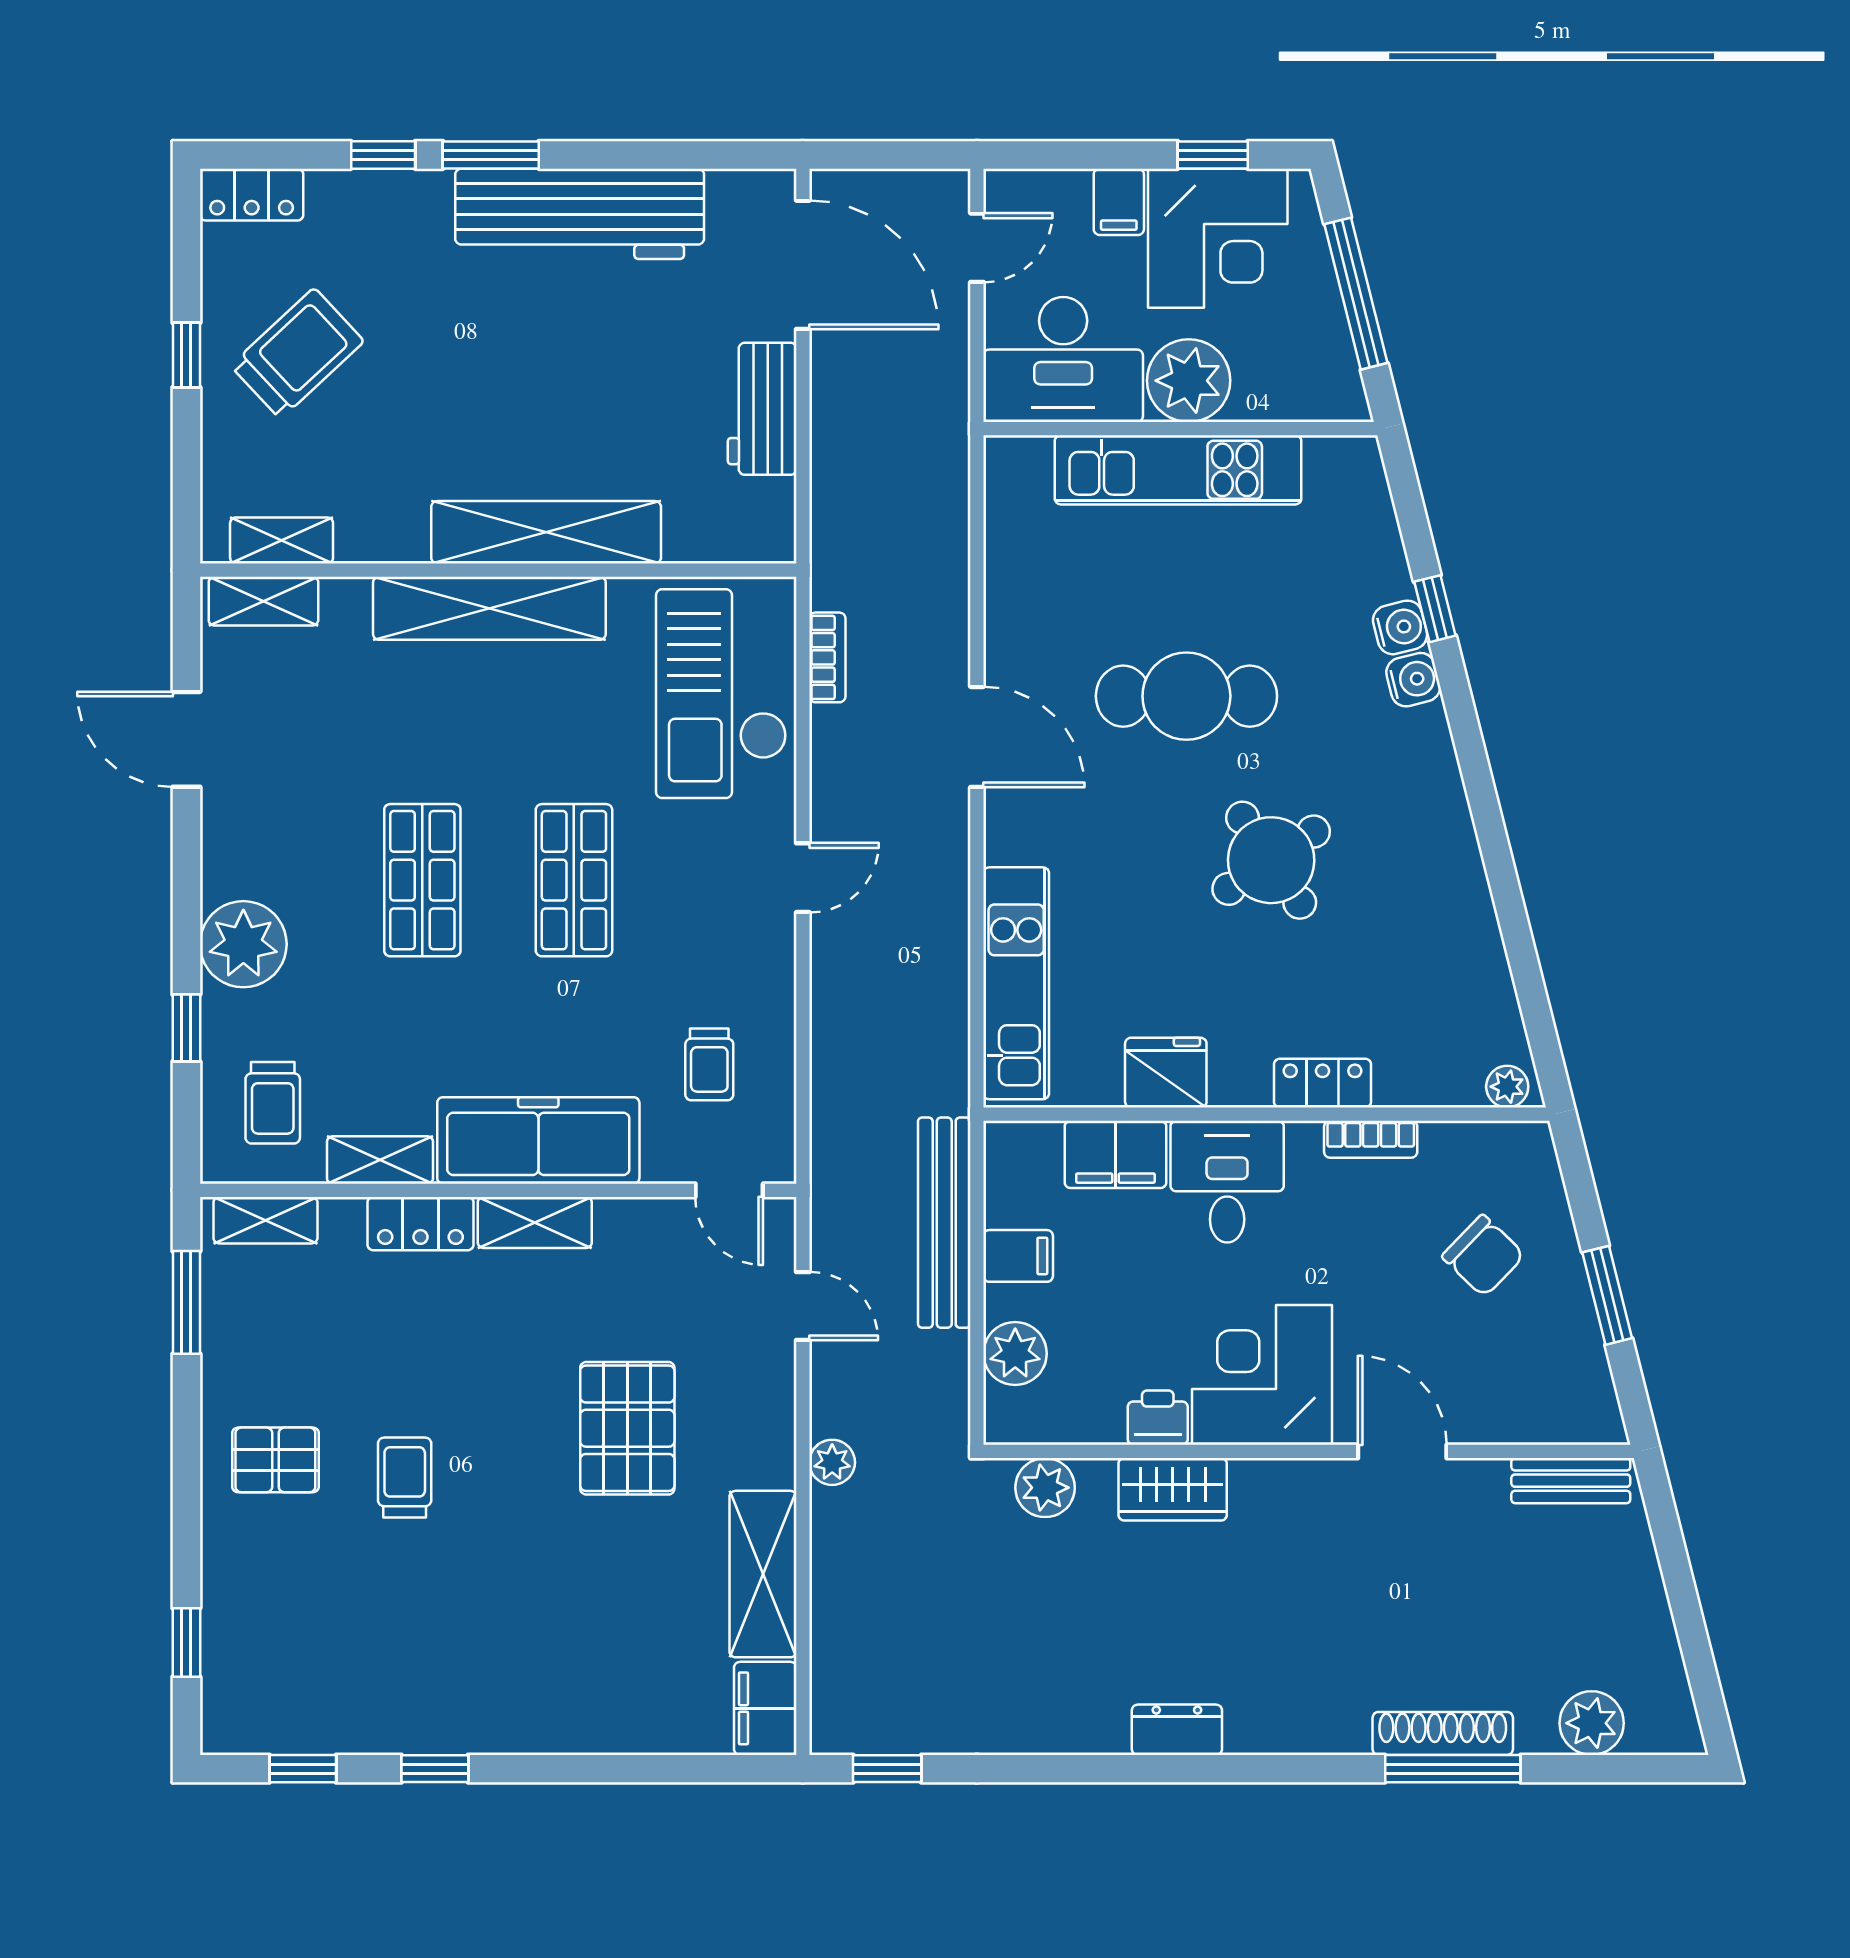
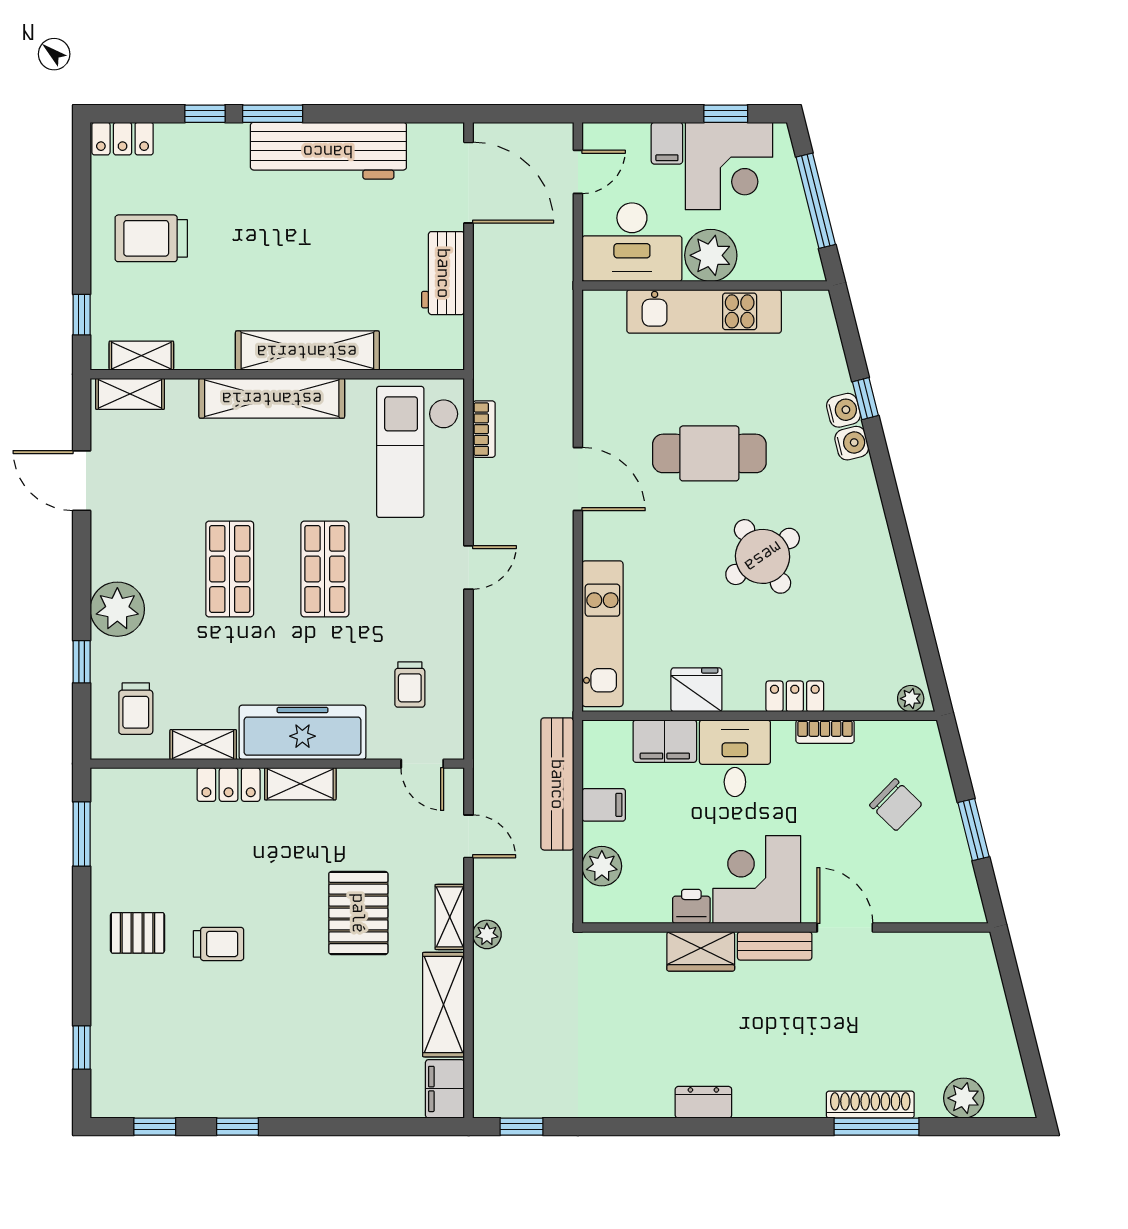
trolley: (297, 353) -> (151, 238), turned -137
window: (186, 355) -> (82, 315), moved
shelving: (265, 1220) -> (450, 917), moved, turned 90
trolley: (405, 1478) -> (219, 944), turned 90
bench: (1571, 1481) -> (775, 946), moved
plant: (1045, 1488) -> (621, 950), removed

